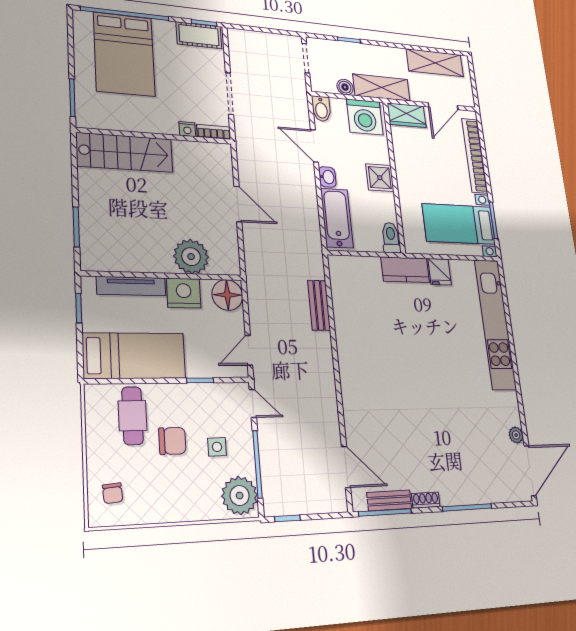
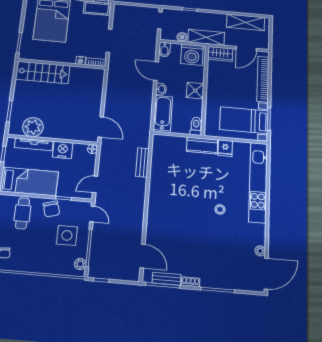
door: (238, 204) -> (101, 127), moved
plant: (191, 257) -> (33, 127), moved
floor lamp: (227, 295) -> (92, 149), width x0.53, depth x0.53
stool: (449, 374) -> (220, 209), added
chair: (172, 441) -> (51, 209), moved, turned 74
side table: (217, 447) -> (67, 235), width x1.87, depth x1.87
plant: (240, 496) -> (80, 264), width x0.53, depth x0.53

